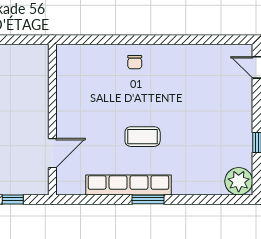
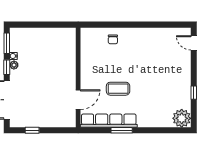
wall: (52, 120) -> (78, 77), moved
door: (52, 153) -> (78, 100), moved

